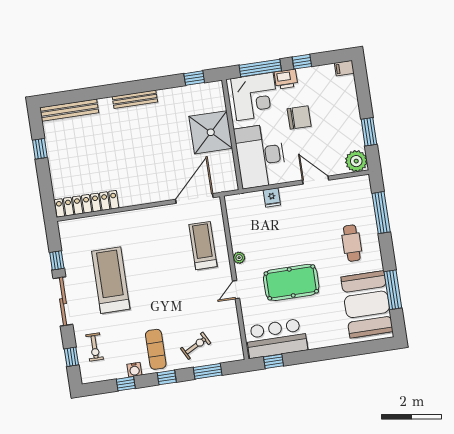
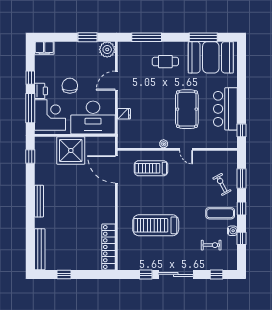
filing cabinet: (344, 68) -> (44, 48), width x2.00
treadmill: (111, 280) -> (156, 225), moved
bar counter: (277, 338) -> (225, 109), moved
exercise bike: (95, 347) -> (211, 245), moved

